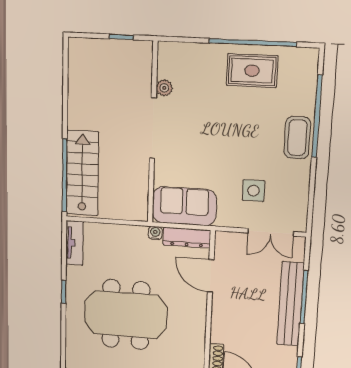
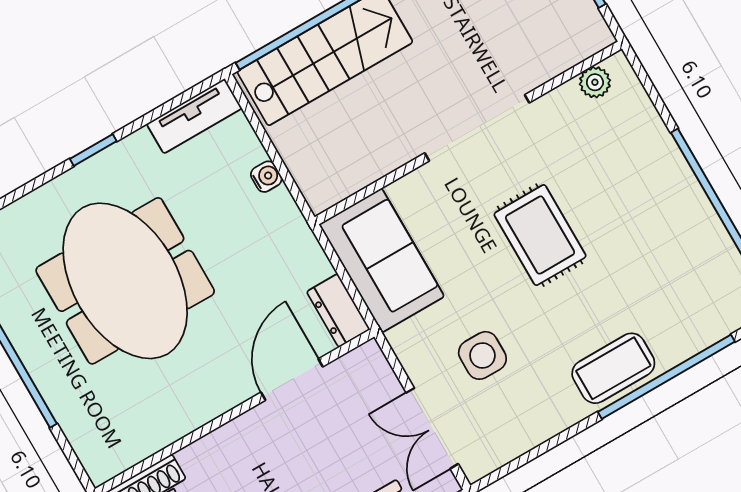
rug: (252, 71) -> (540, 235), moved
plant: (164, 88) -> (595, 82), moved
water cooler: (155, 233) -> (266, 177), moved
dresser: (187, 238) -> (338, 311), width x0.70

